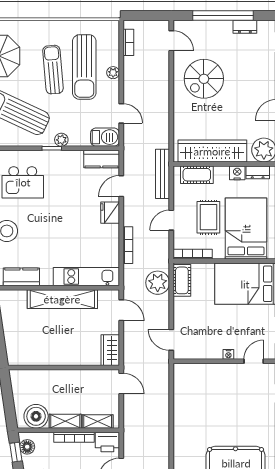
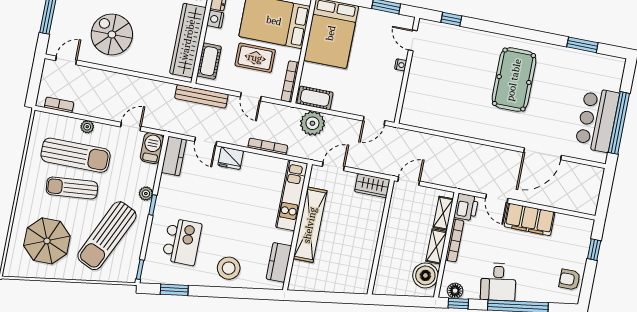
spiral stairs: (204, 79) -> (112, 34), turned 180

